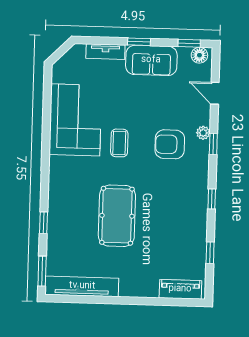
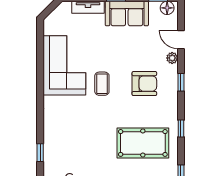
plant: (203, 133) -> (172, 58), moved
armchair: (170, 144) -> (144, 84), turned 180
pool table: (117, 216) -> (143, 143), moved, turned 90

